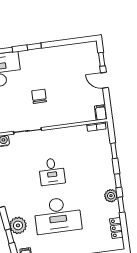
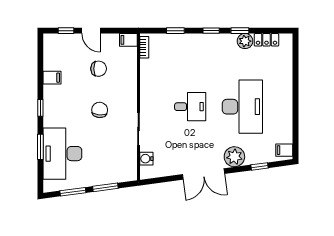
filing cabinet: (61, 53) -> (52, 78), added
door: (104, 80) -> (91, 31), hinge flipped
chair: (73, 91) -> (99, 69), added
chair: (39, 96) -> (100, 110), turned 95
plant: (111, 196) -> (245, 41), moved
plant: (18, 225) -> (234, 157), moved

